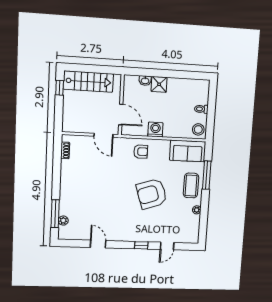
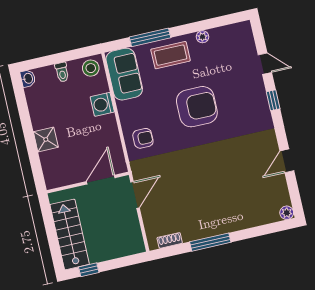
washbasin: (145, 81) -> (28, 78), moved
washing machine: (155, 129) -> (102, 104), moved
armchair: (141, 152) -> (143, 138), turned 90
armchair: (152, 194) -> (197, 107), turned -72
window: (55, 214) -> (210, 242), moved
plant: (63, 221) -> (287, 213), moved

